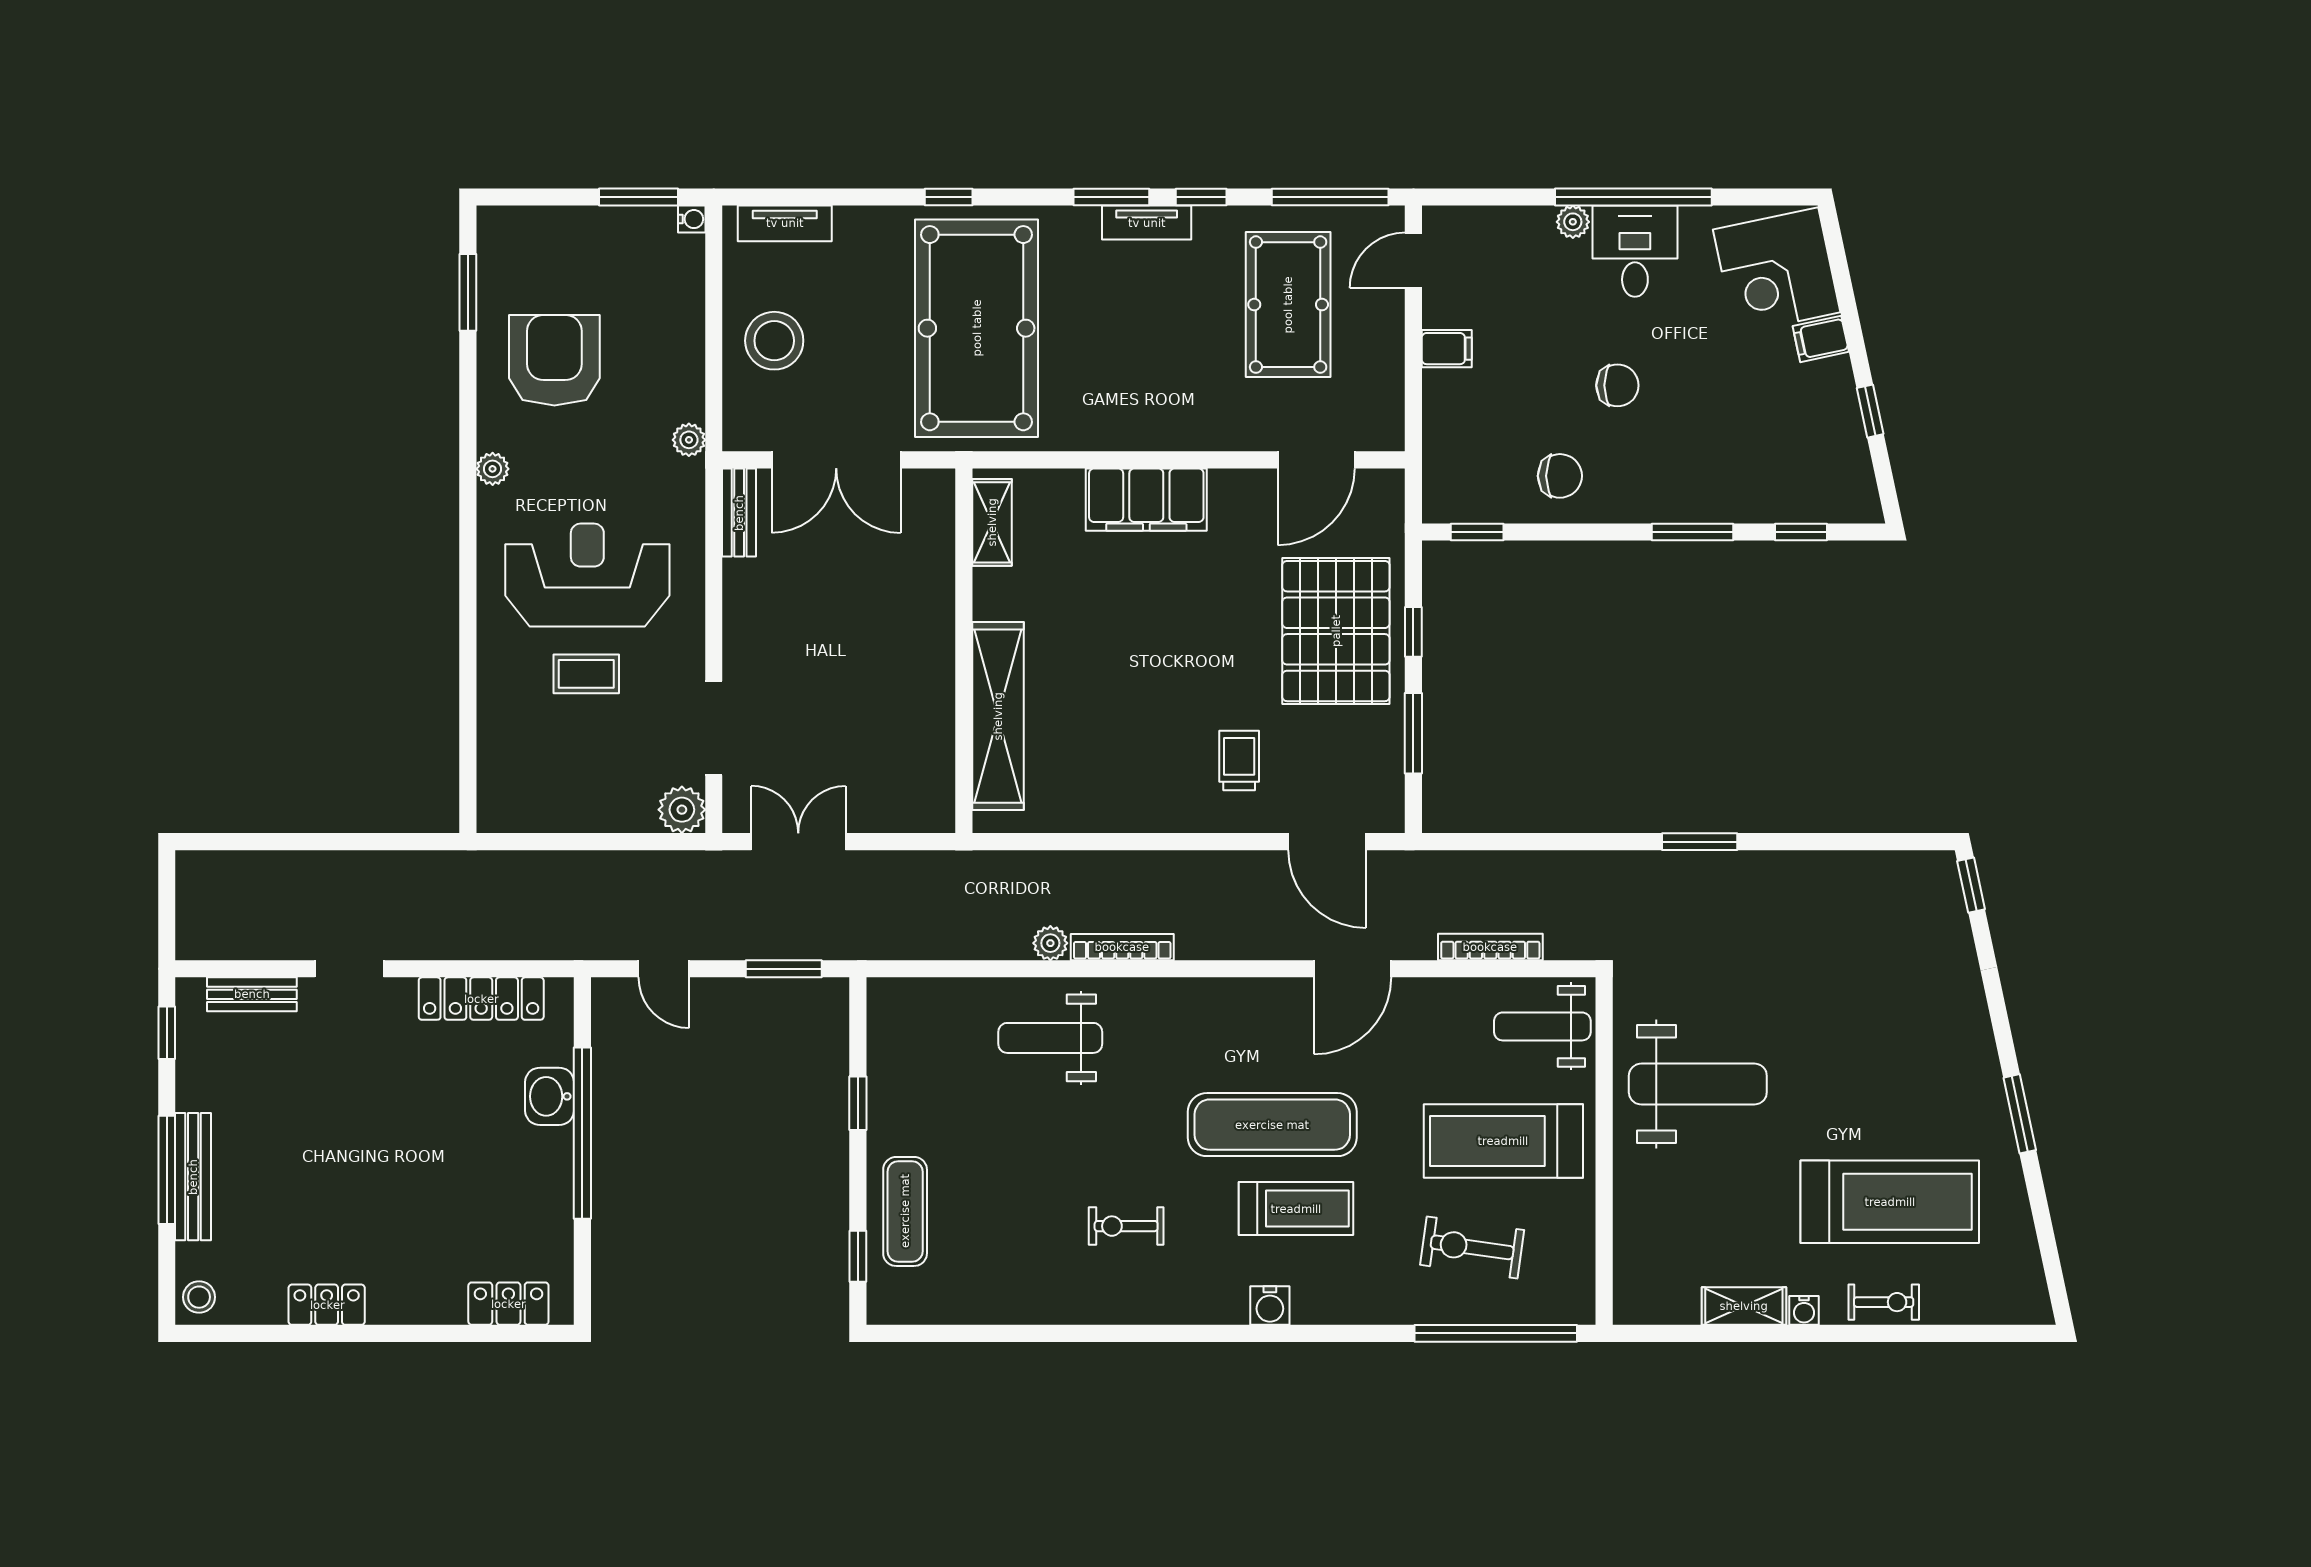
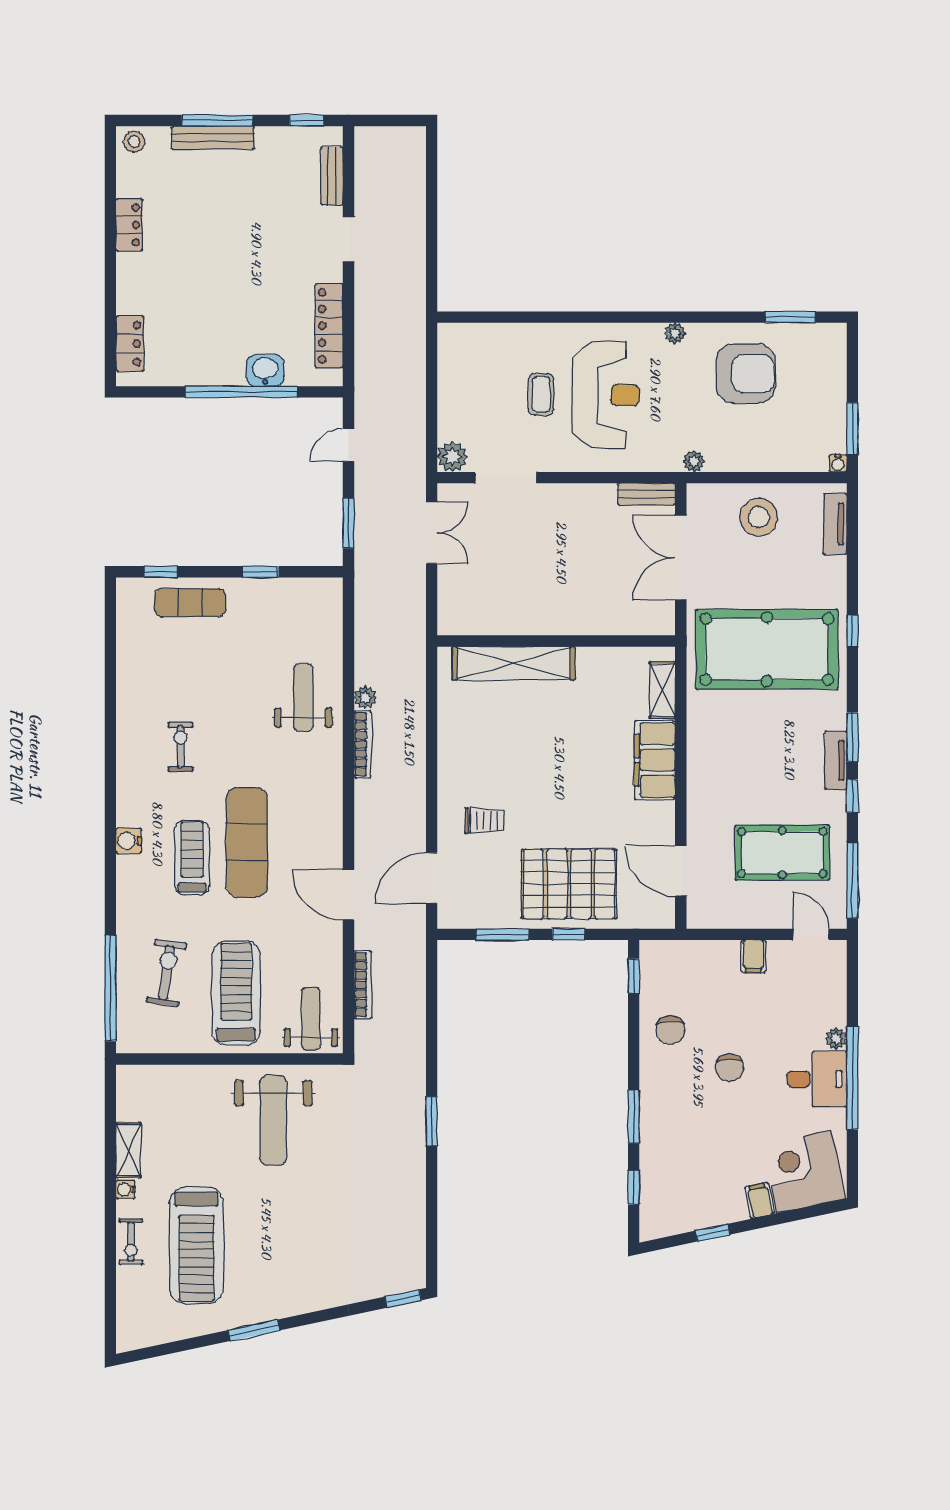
shelving: (992, 522) -> (662, 690), moved, turned 90
treadmill: (1296, 1209) -> (192, 858), turned 180

